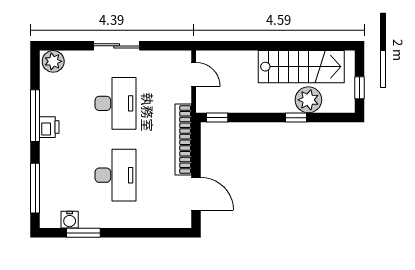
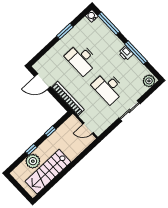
window: (359, 88) -> (17, 185), removed
window: (217, 118) -> (50, 131), moved
water cooler: (70, 220) -> (92, 16), moved
window: (83, 233) -> (65, 31), moved

